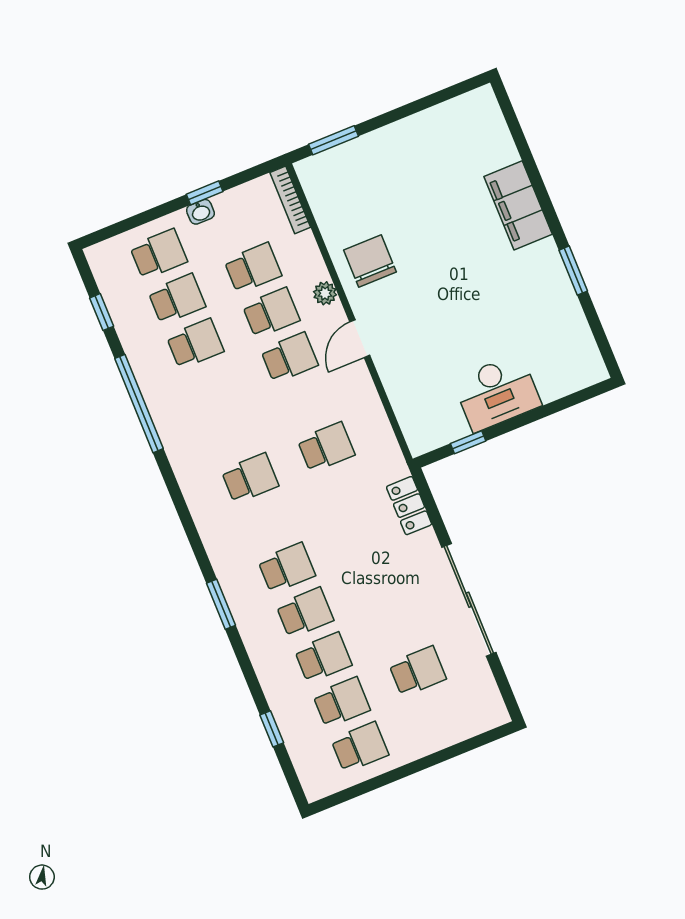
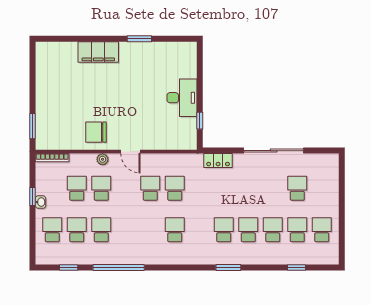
school desk: (289, 358) -> (150, 188), moved

